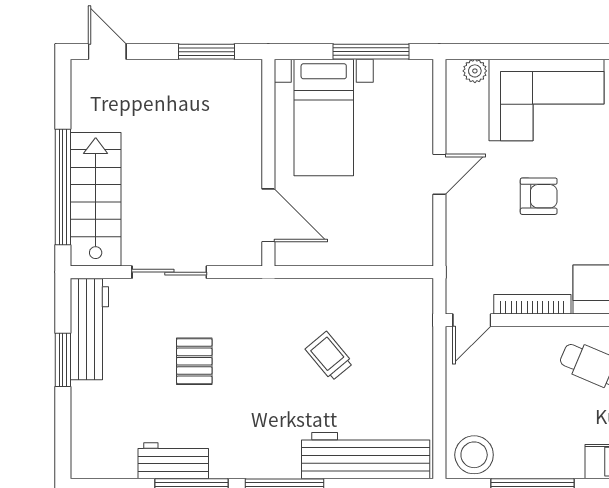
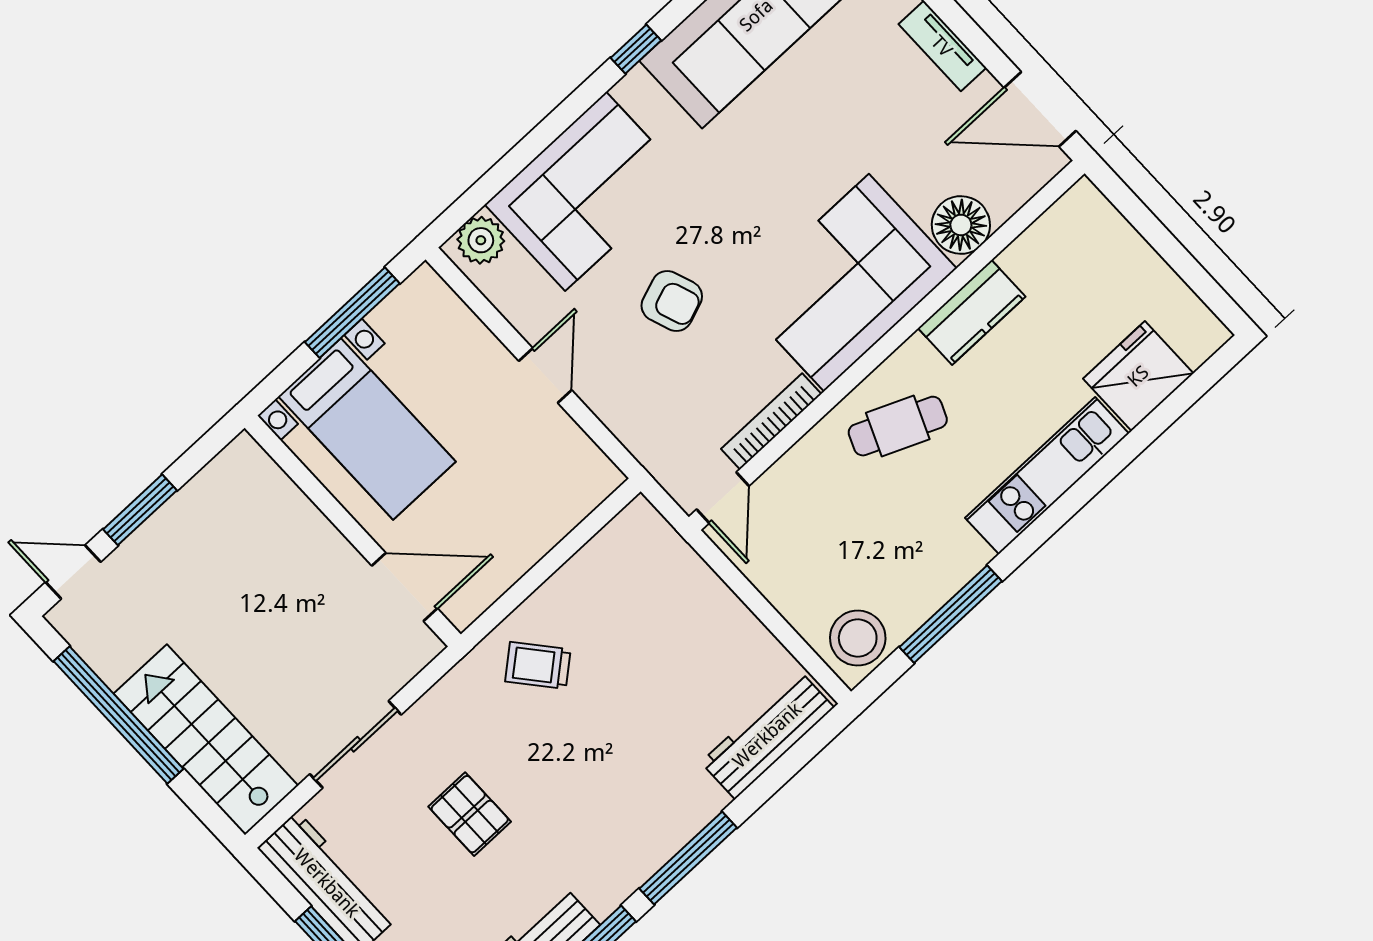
window: (207, 52) -> (140, 510), moved
plant: (475, 71) -> (481, 240), width x1.38, depth x1.38
window: (63, 187) -> (118, 715), moved
armchair: (539, 196) -> (672, 301), turned 70
trolley: (329, 356) -> (538, 665), moved
workbench: (366, 456) -> (767, 735), width x0.73, depth x0.76

